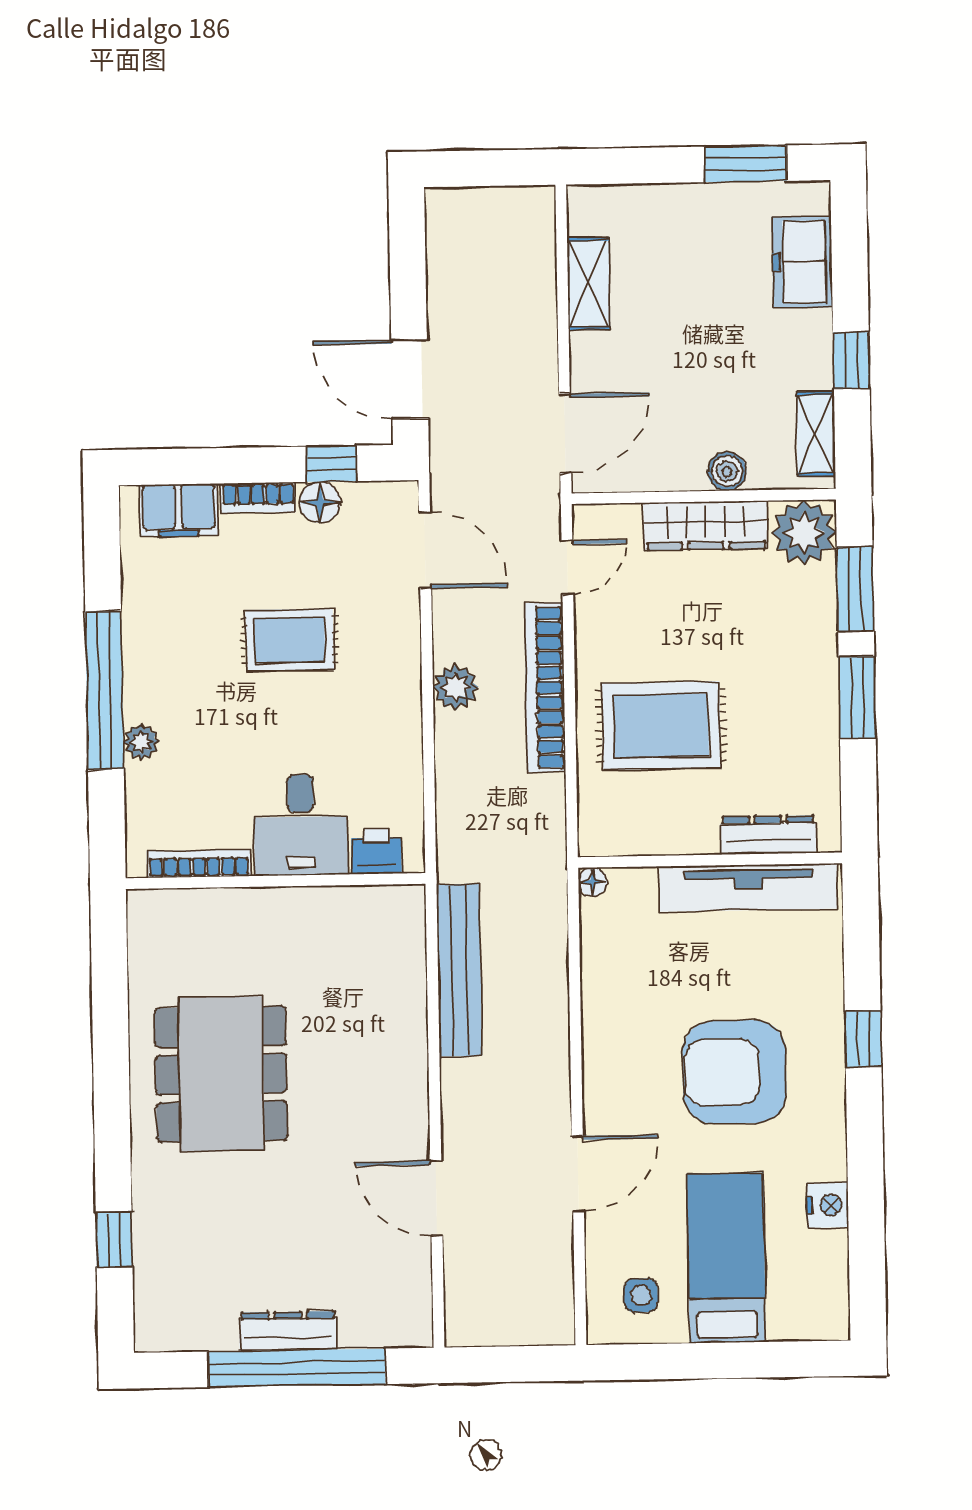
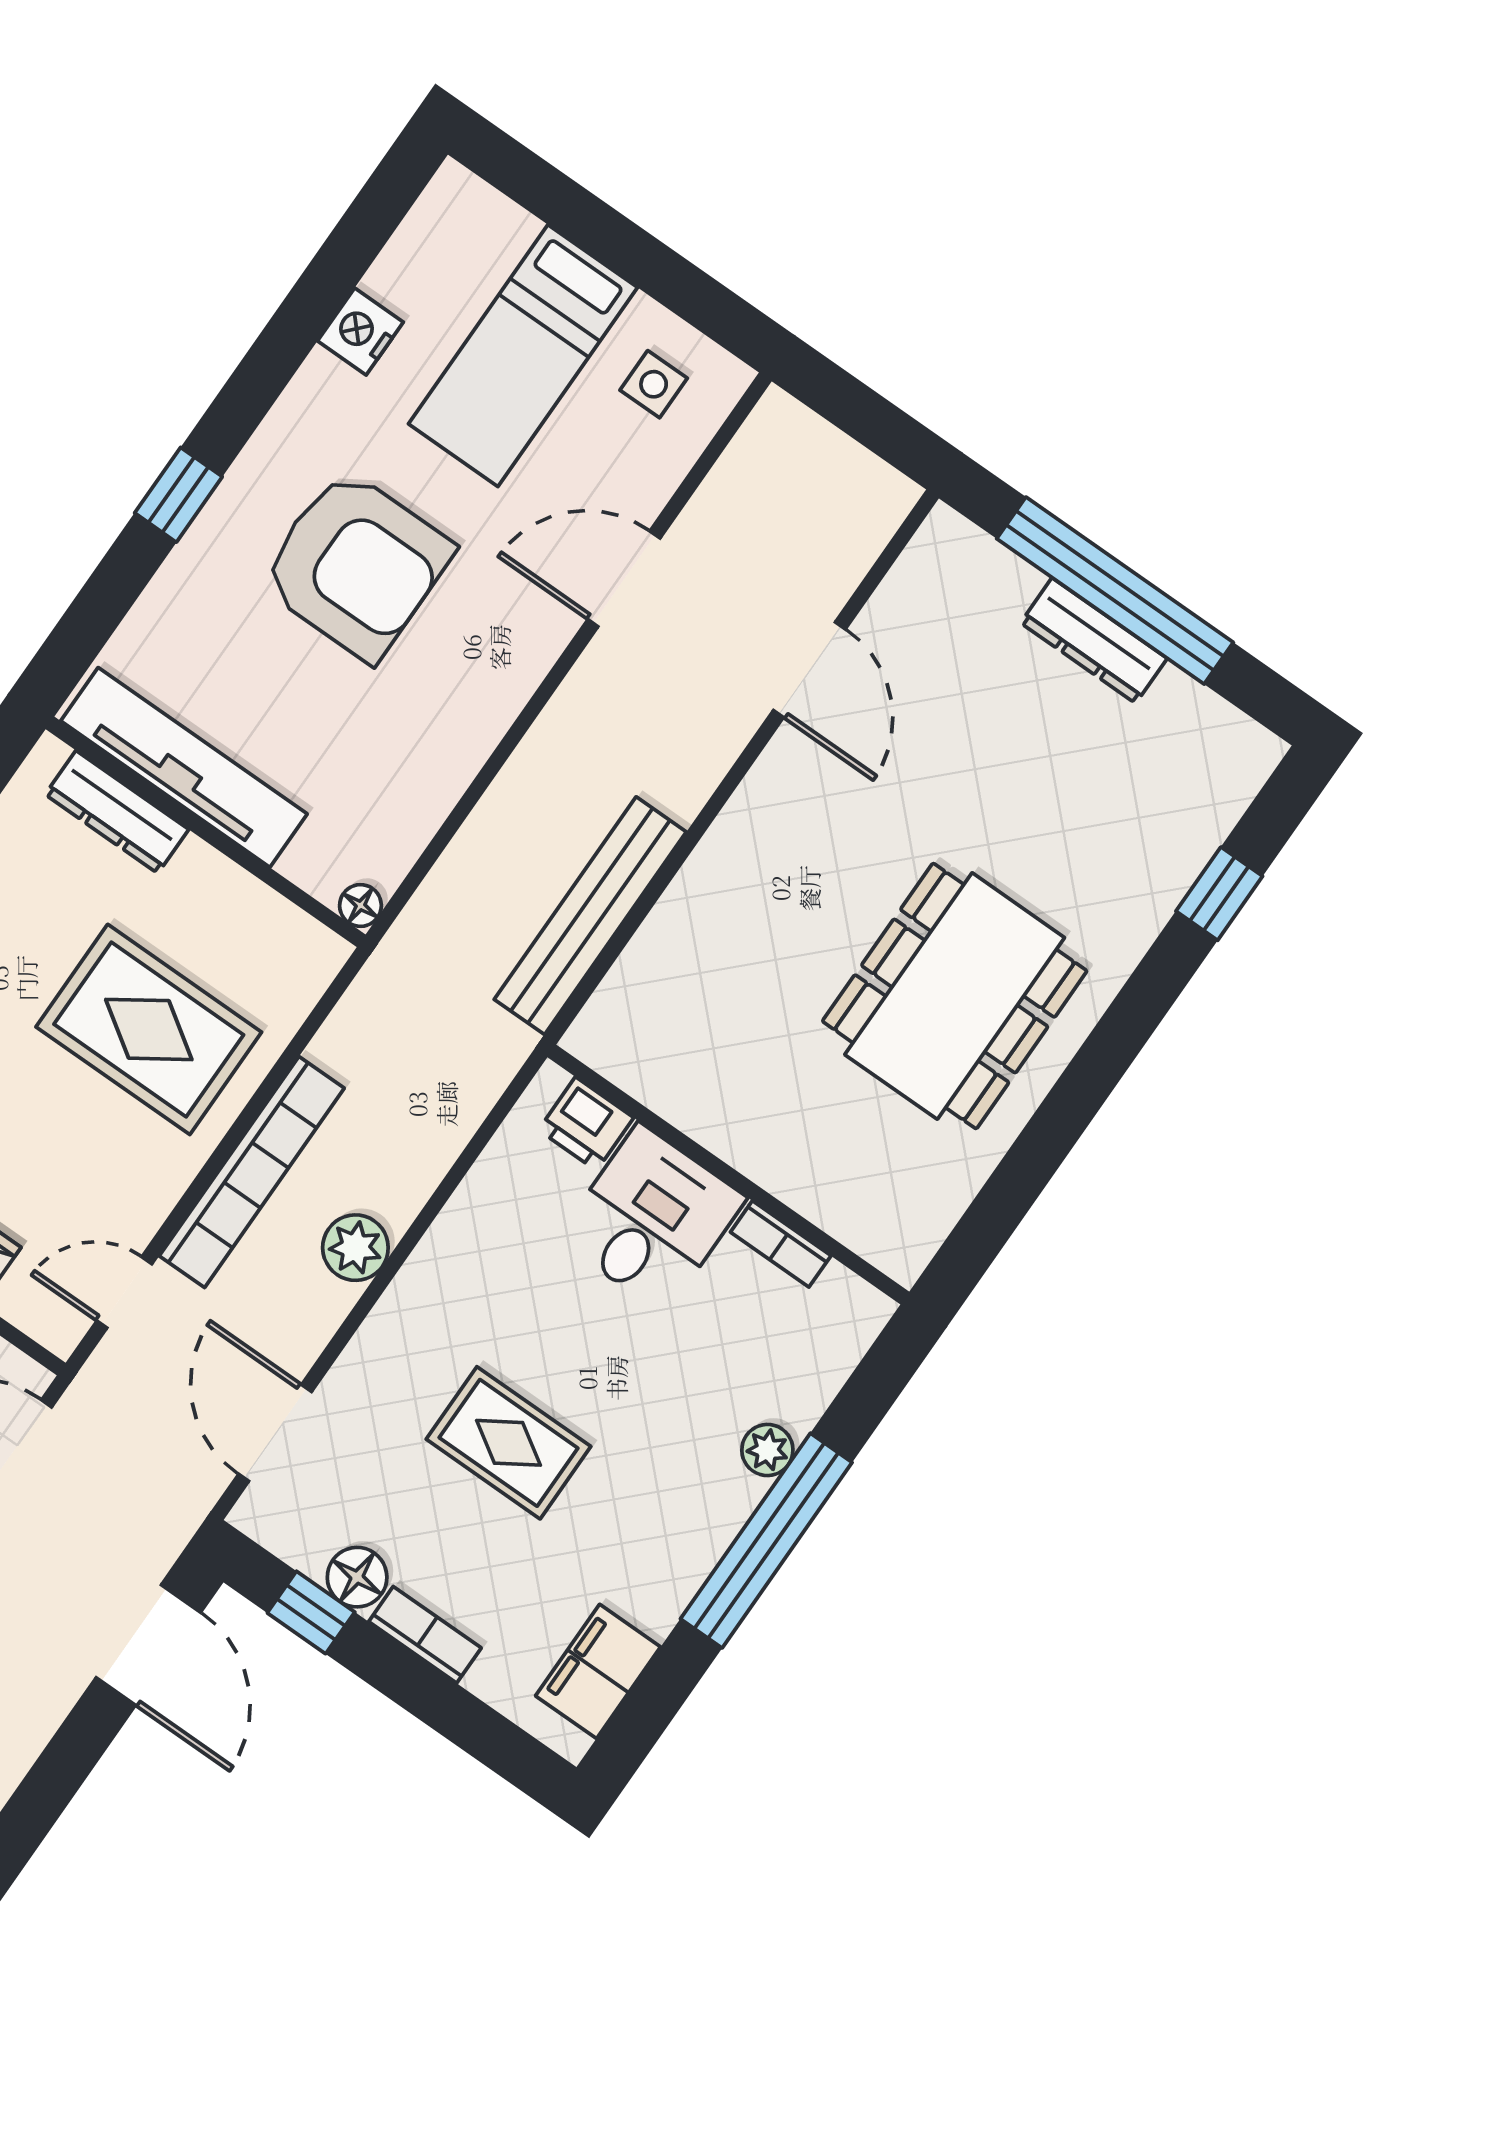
filing cabinet: (179, 510) -> (598, 1671), moved, turned -90
bookcase: (199, 864) -> (781, 1244), width x0.64

